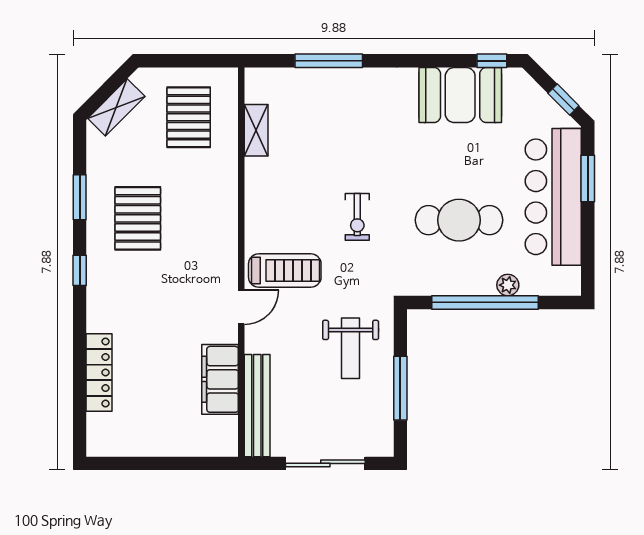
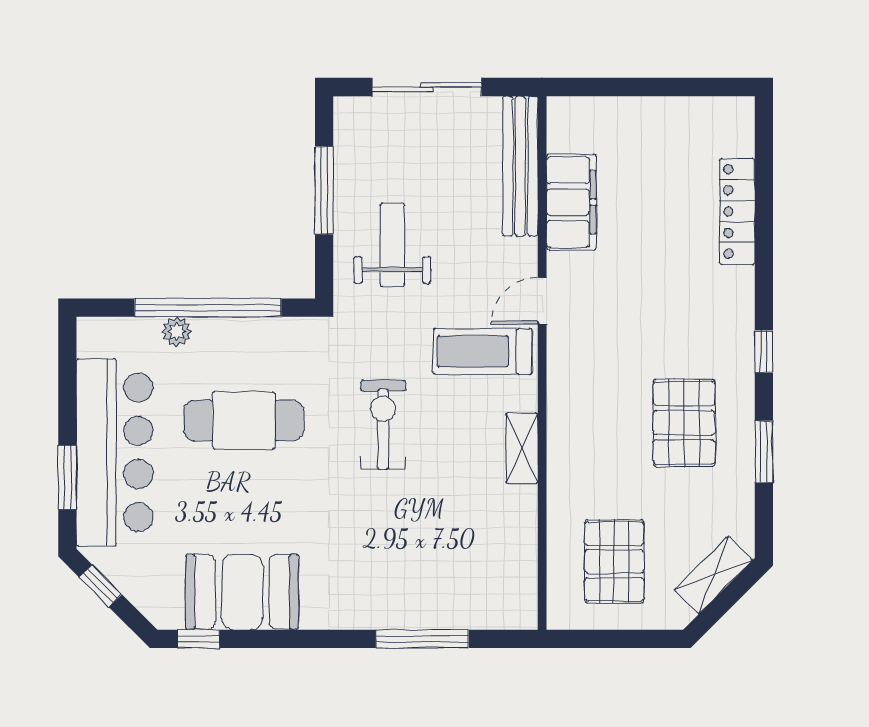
shelving: (256, 130) -> (522, 448), moved
exercise bike: (357, 217) -> (383, 425), width x1.38, depth x1.39

